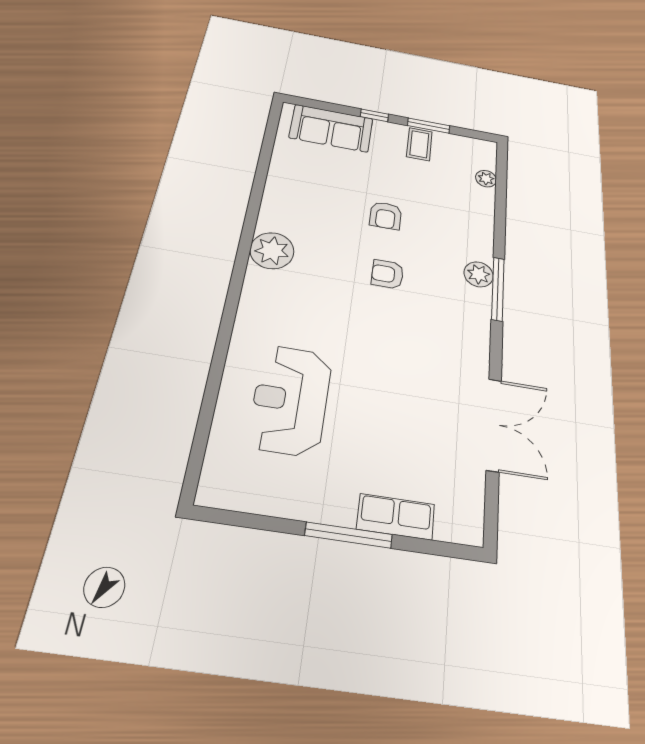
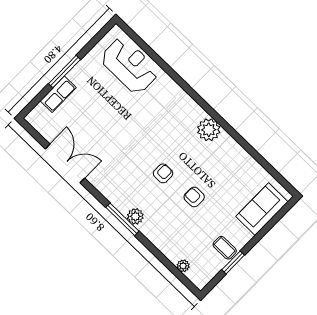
window: (374, 115) -> (257, 238), removed
reception desk: (290, 400) -> (130, 65), moved
double door: (494, 424) -> (65, 163), swing flipped

